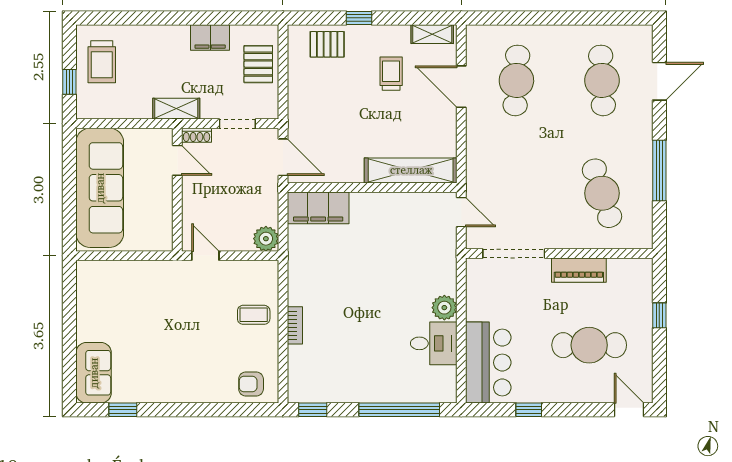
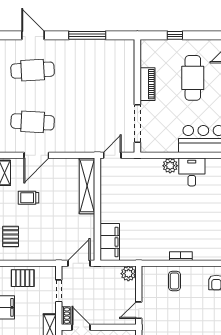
door: (177, 160) -> (81, 327), hinge flipped
cafe table: (602, 193) -> (101, 70), removed

